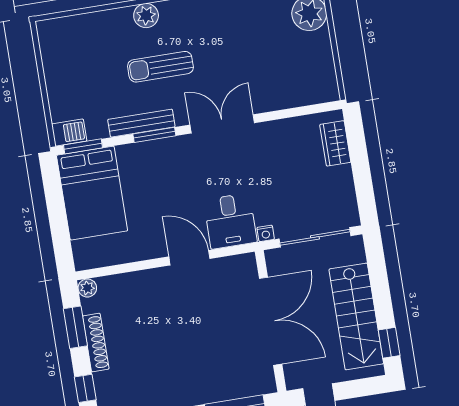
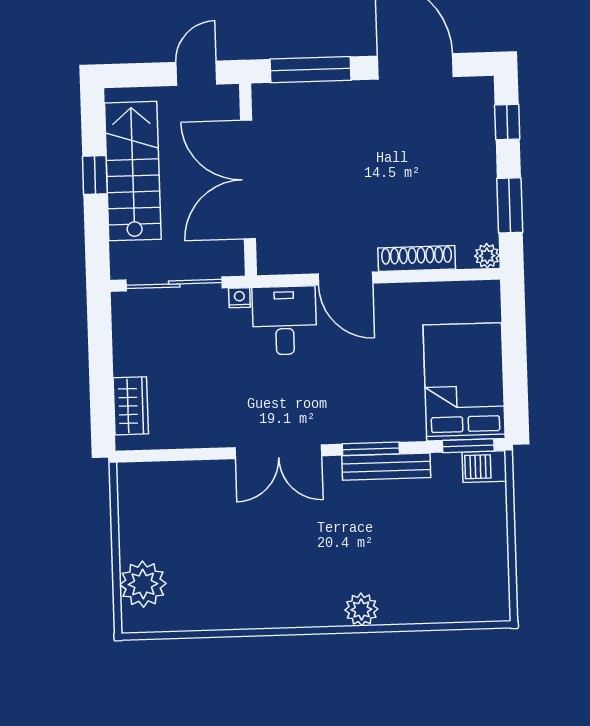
sun lounger: (160, 67) -> (351, 539), removed
shoe rack: (96, 342) -> (417, 258), moved, turned 90
window: (389, 343) -> (95, 175), moved

